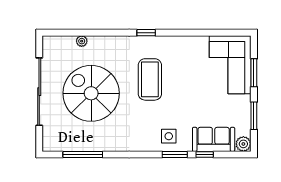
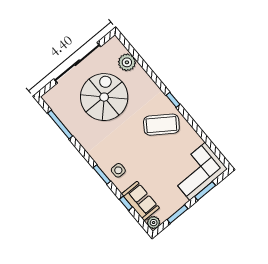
plant: (82, 41) -> (127, 62), width x1.87, depth x1.87
coffee table: (150, 79) -> (161, 125), moved, turned 35
window: (175, 154) -> (102, 175), moved

